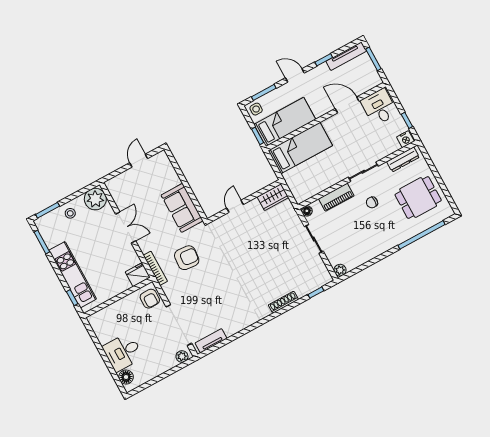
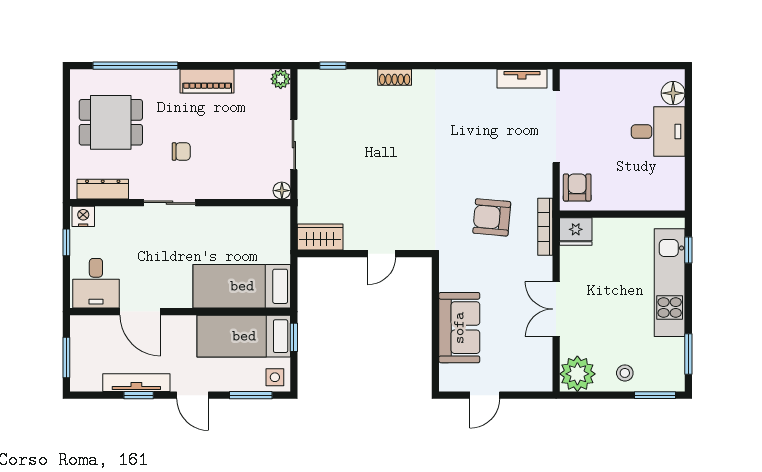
tv unit: (346, 56) -> (136, 383), moved
piano: (336, 197) -> (207, 81), moved, turned 180
sofa: (182, 208) -> (459, 328), moved
shoe rack: (283, 302) -> (395, 77), width x0.70
plant: (182, 356) -> (576, 79), removed

